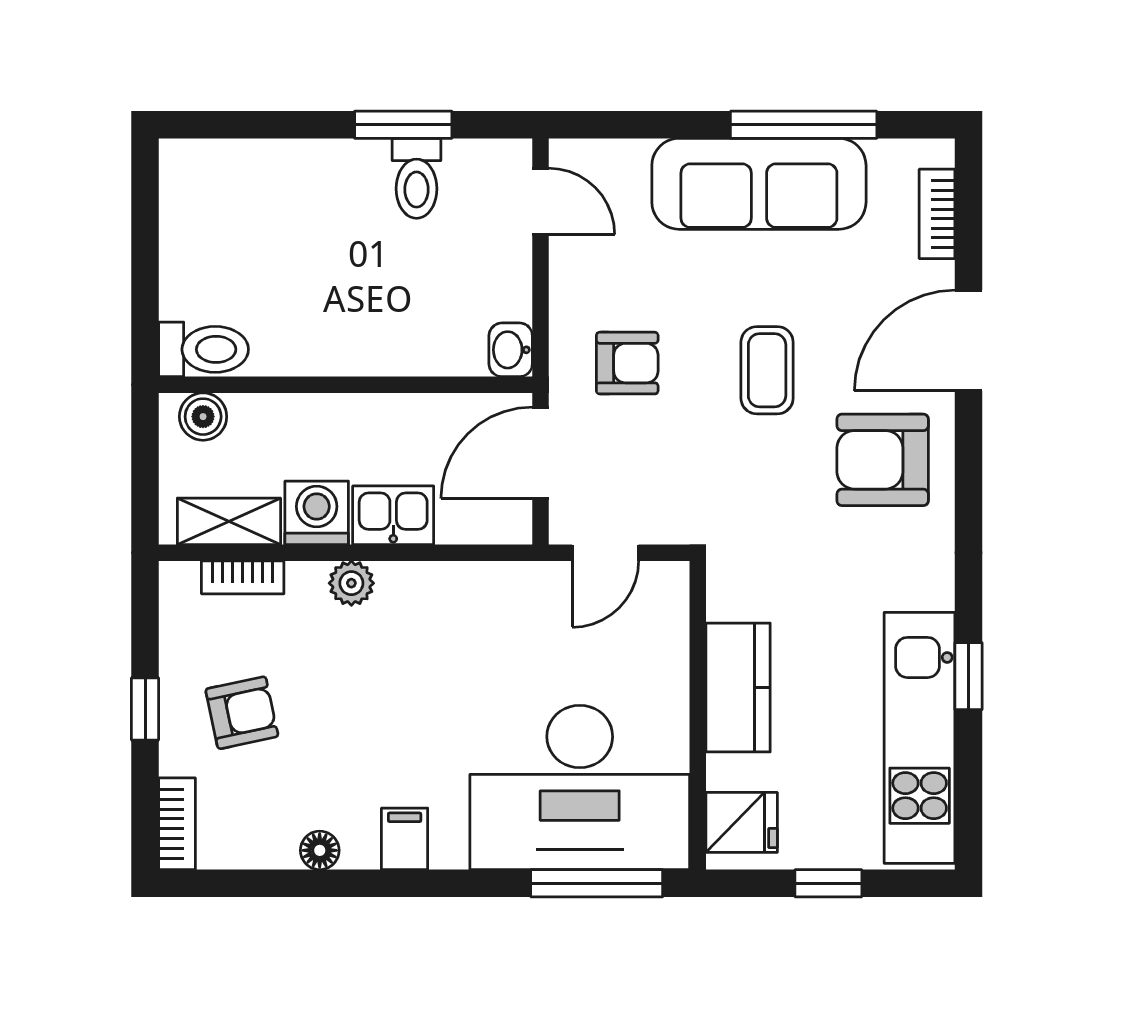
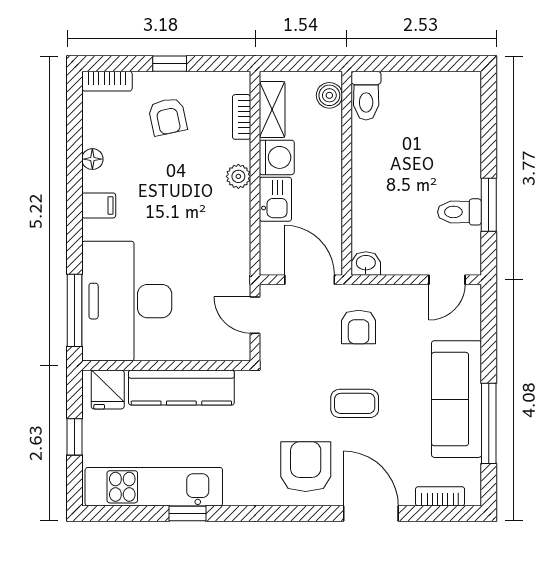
kitchen counter: (738, 687) -> (181, 388), width x1.50

